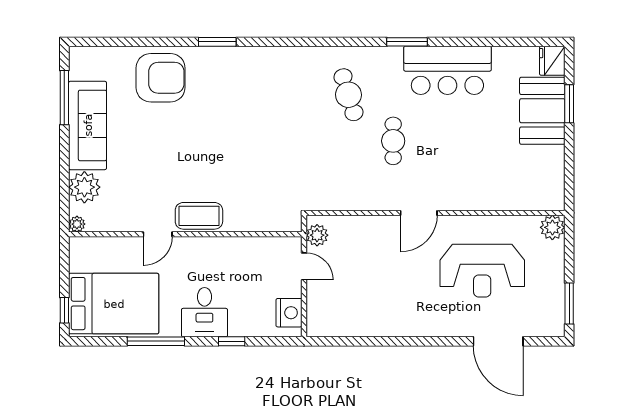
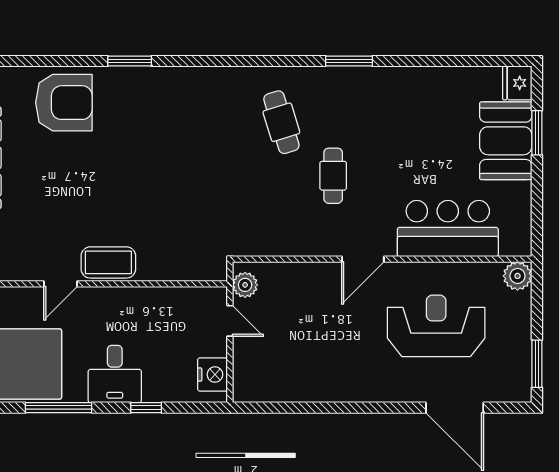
bar counter: (447, 70) -> (448, 229), moved, turned 180
reception desk: (482, 271) -> (436, 326), turned 180

